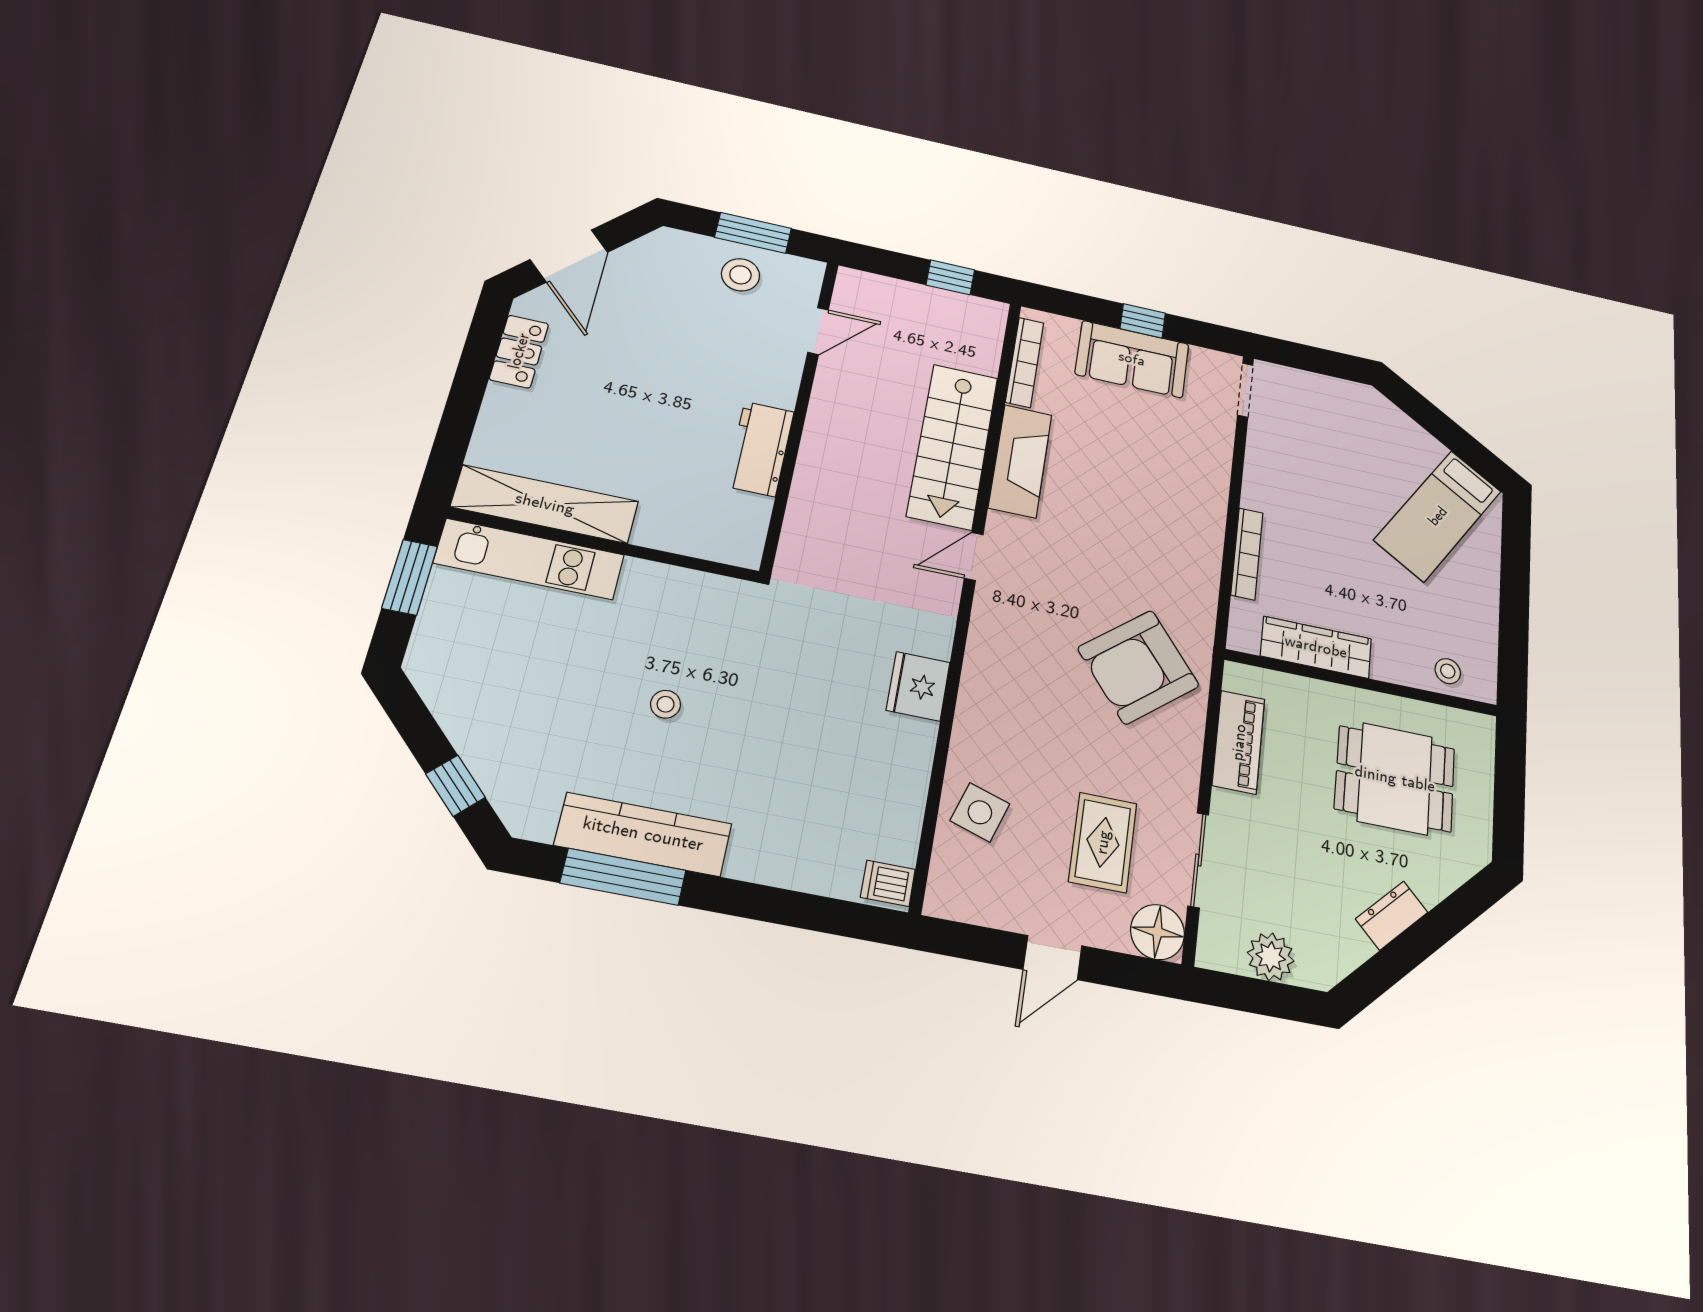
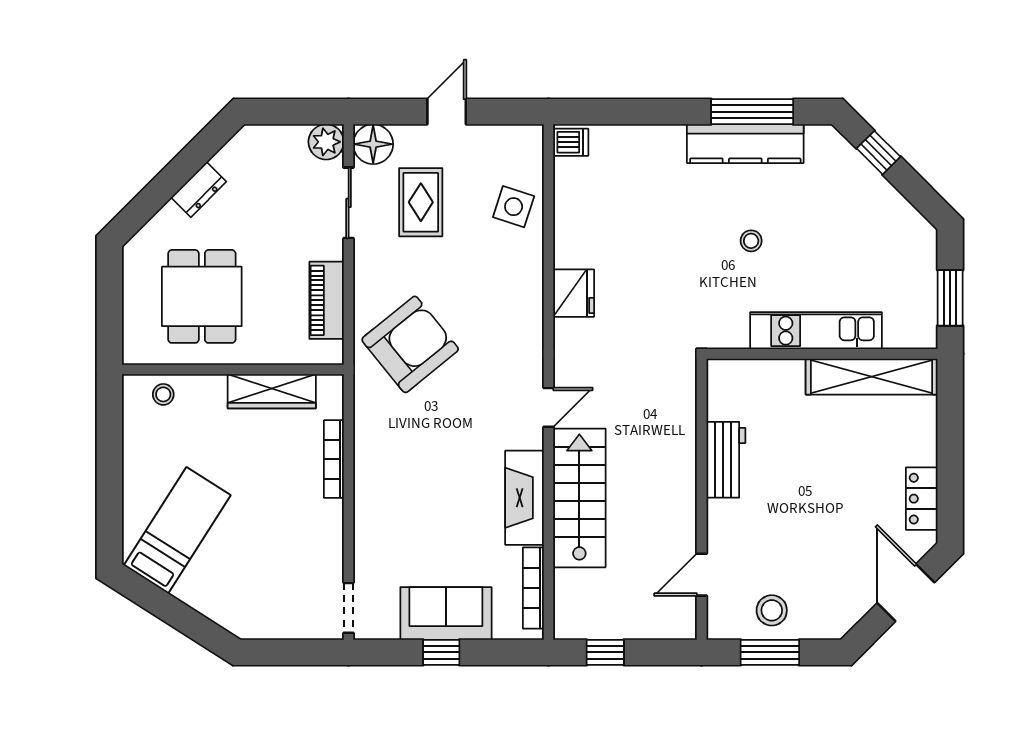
kitchen unit: (529, 559) -> (816, 331), moved
dining table: (1395, 779) -> (202, 296), turned 90
plant: (1271, 957) -> (326, 142), moved

